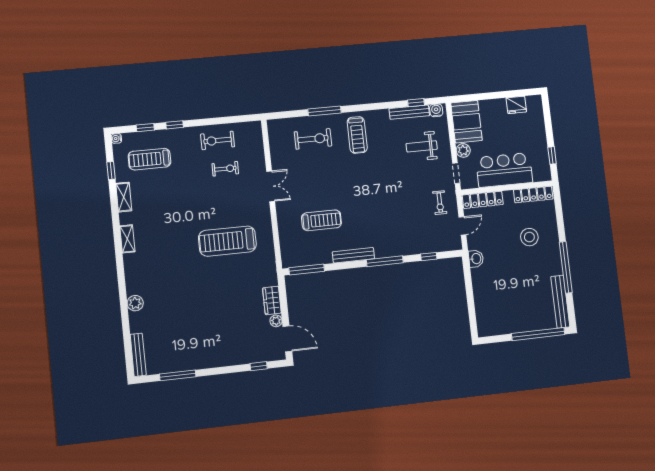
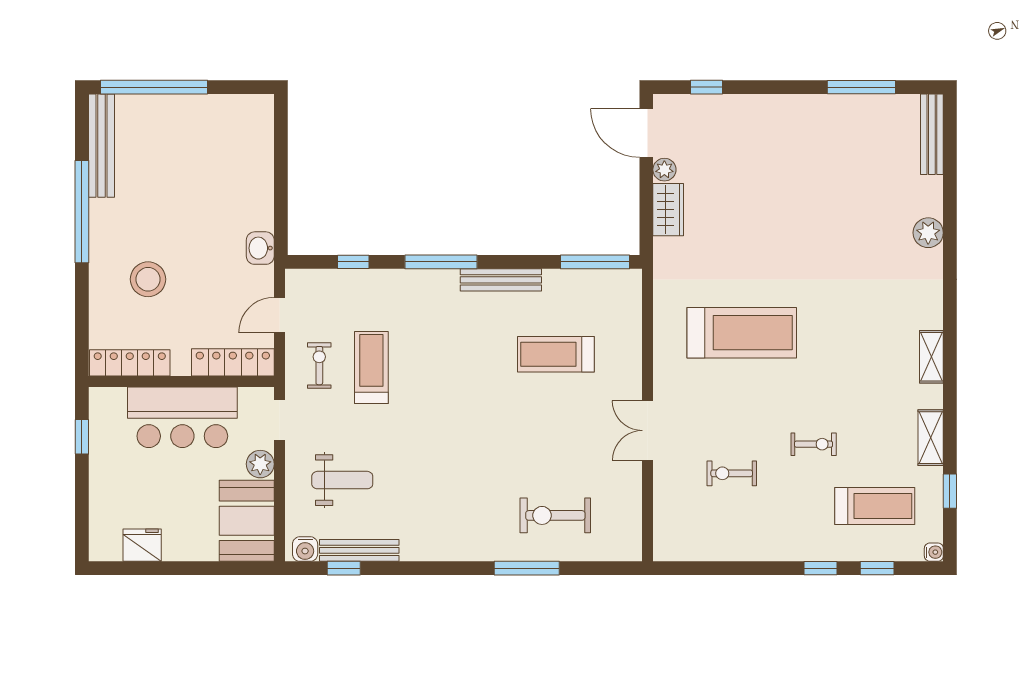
treadmill: (357, 135) -> (371, 367), moved
exercise bike: (218, 140) -> (814, 444), moved, width x0.73, depth x0.72

